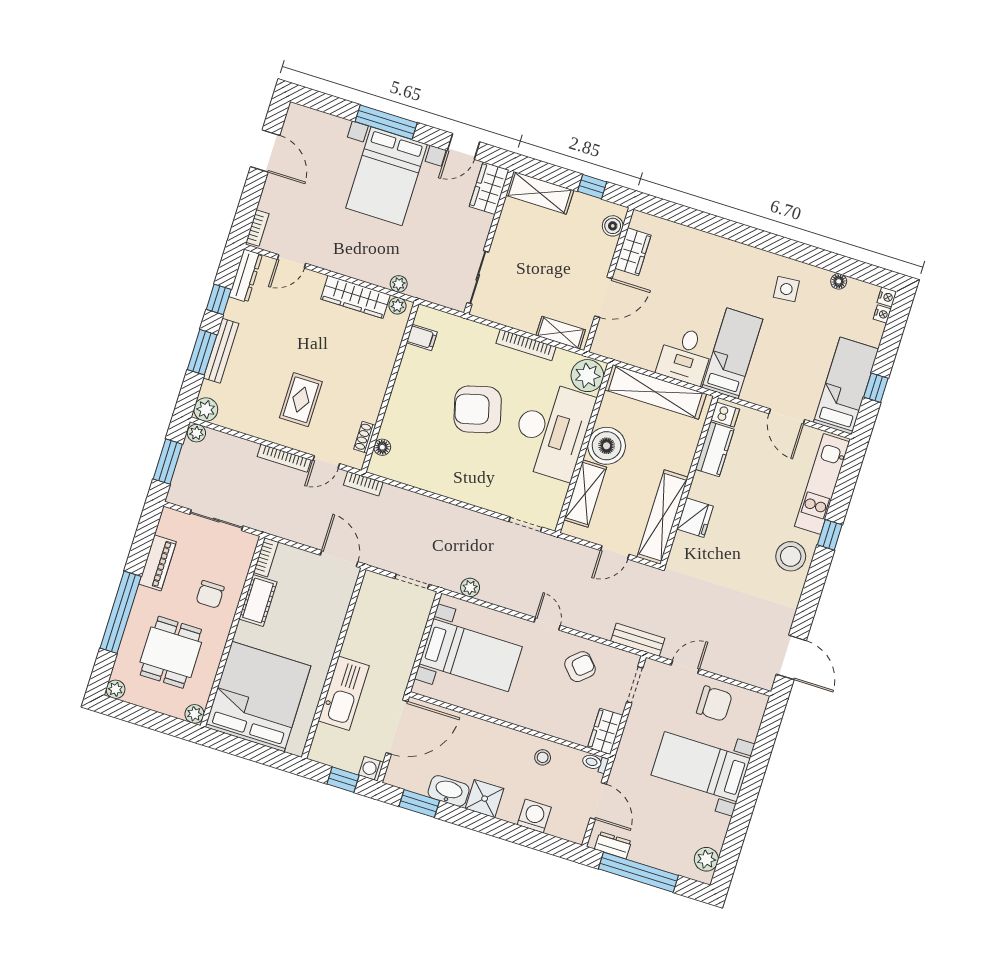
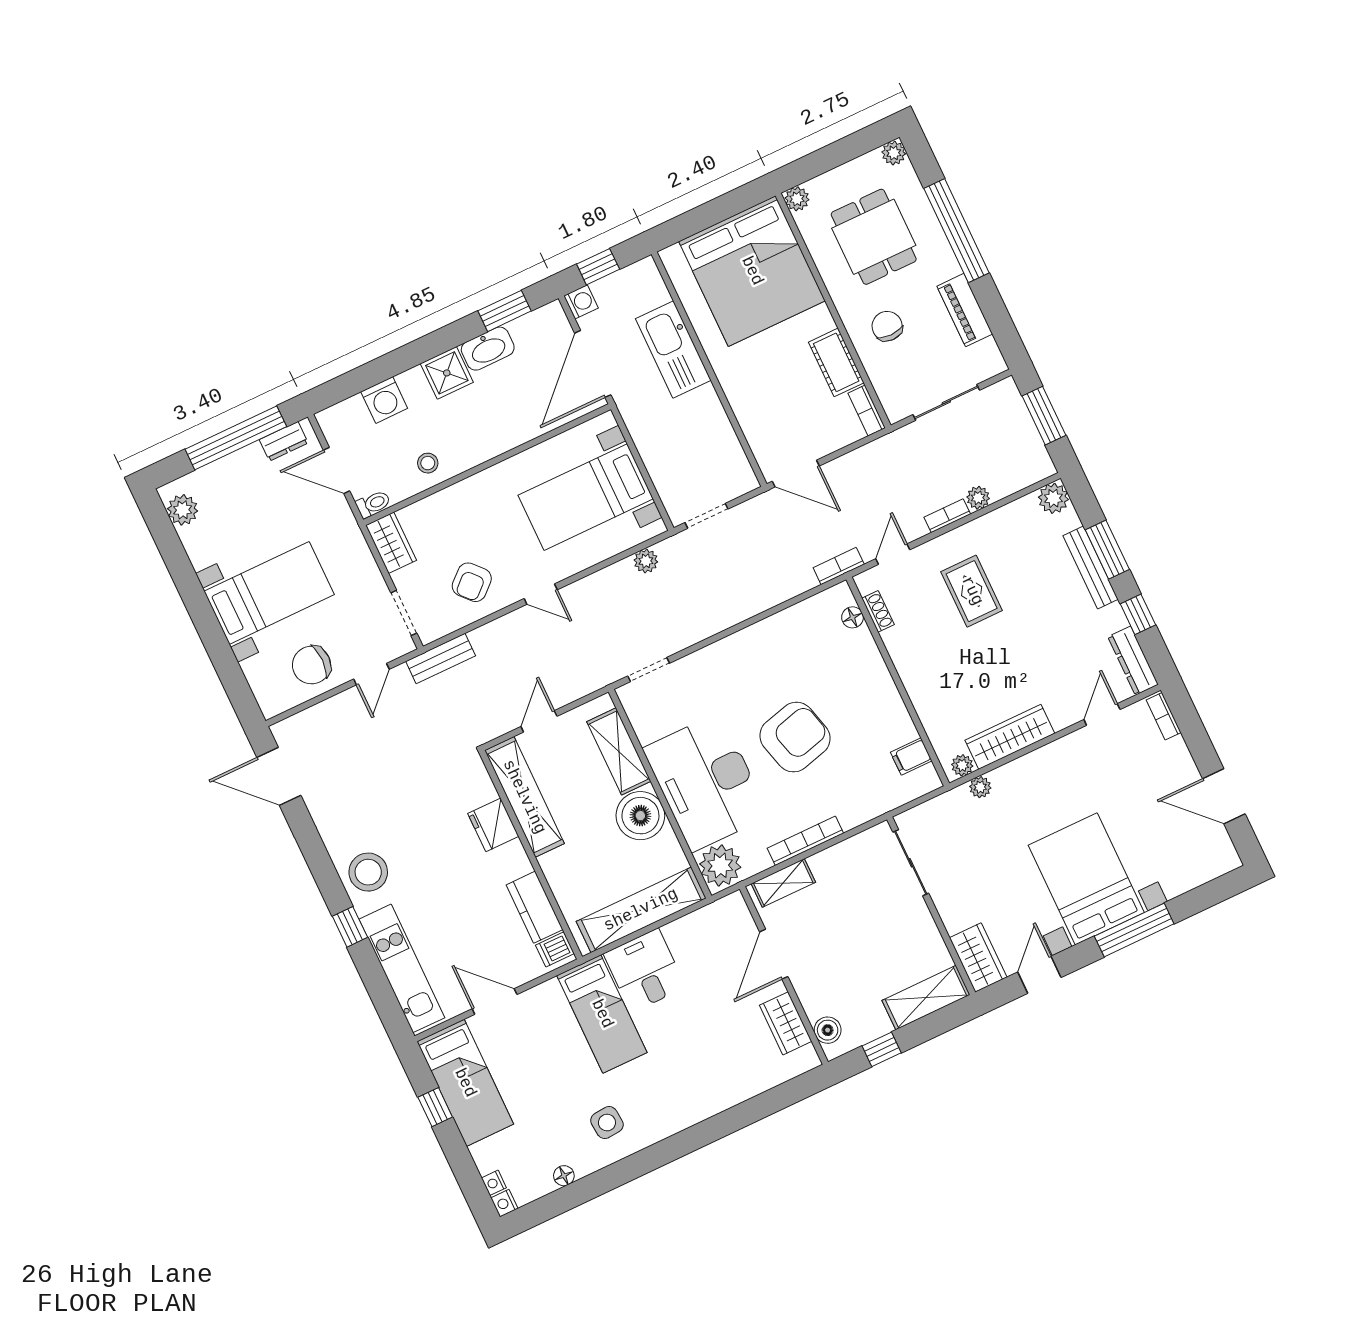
plant: (196, 433) -> (978, 498), moved
bookcase: (284, 458) -> (947, 516), width x0.64

